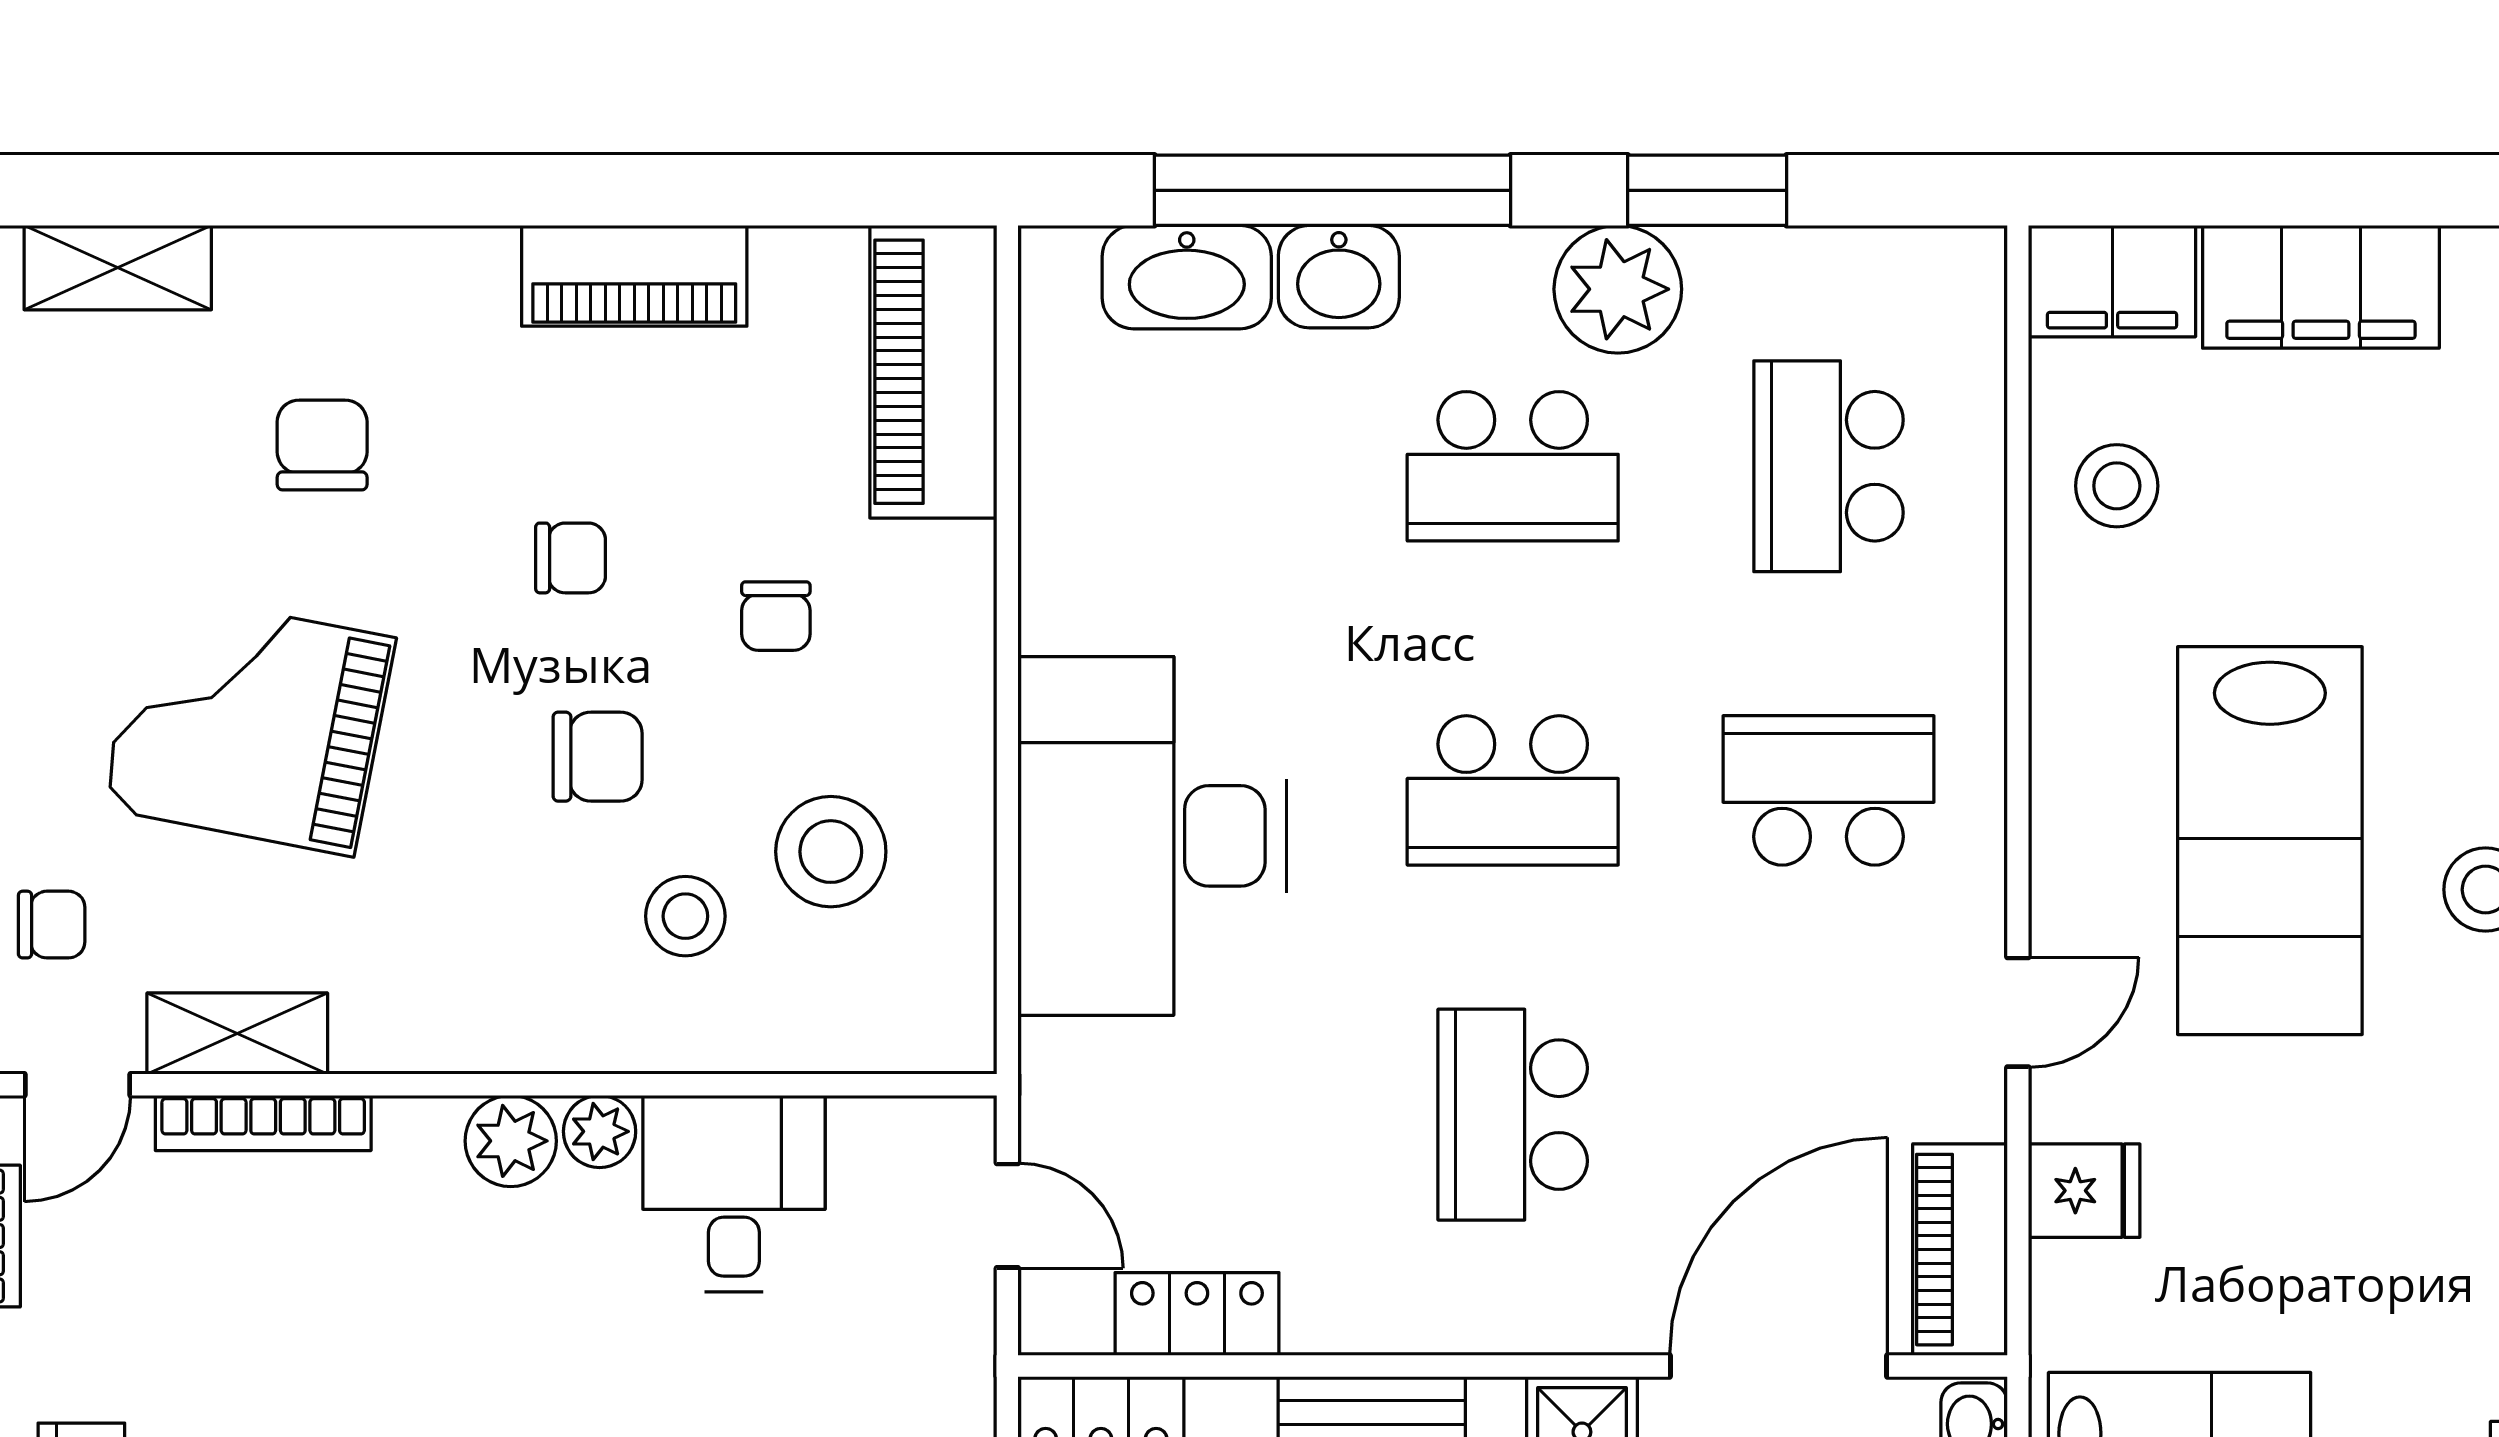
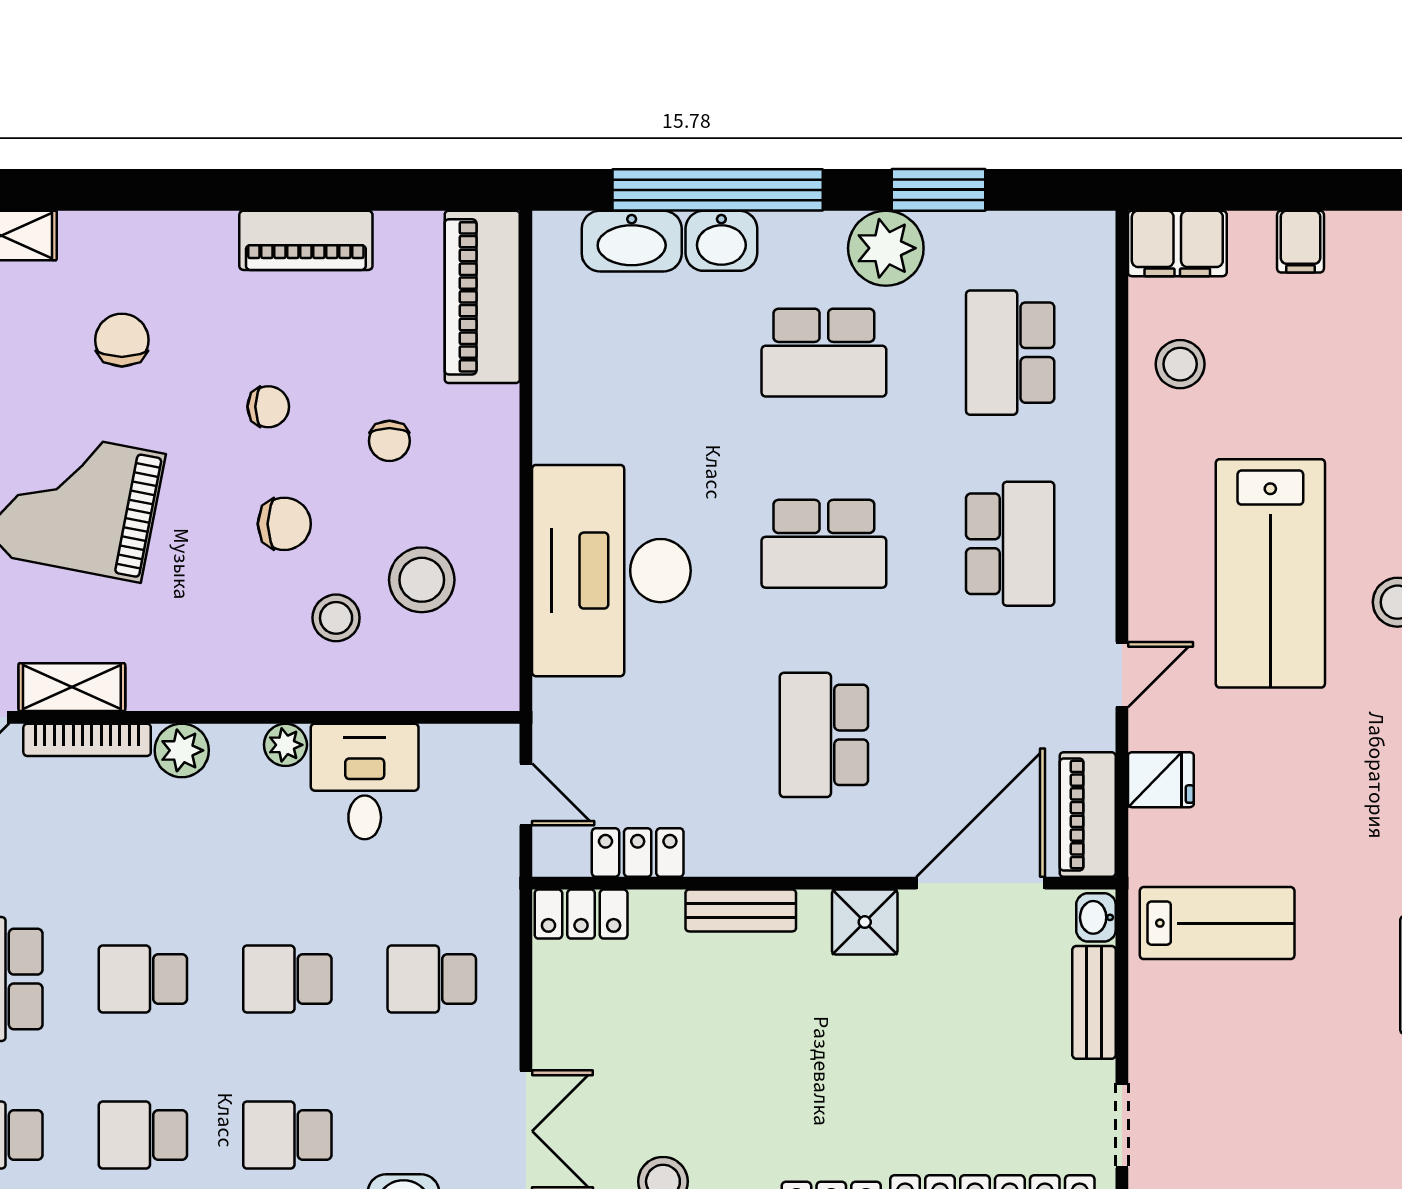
filing cabinet: (2321, 287) -> (1300, 242), width x0.33, depth x0.86
school desk: (1828, 790) -> (1010, 544), turned 90
plant: (511, 1141) -> (182, 750), moved

